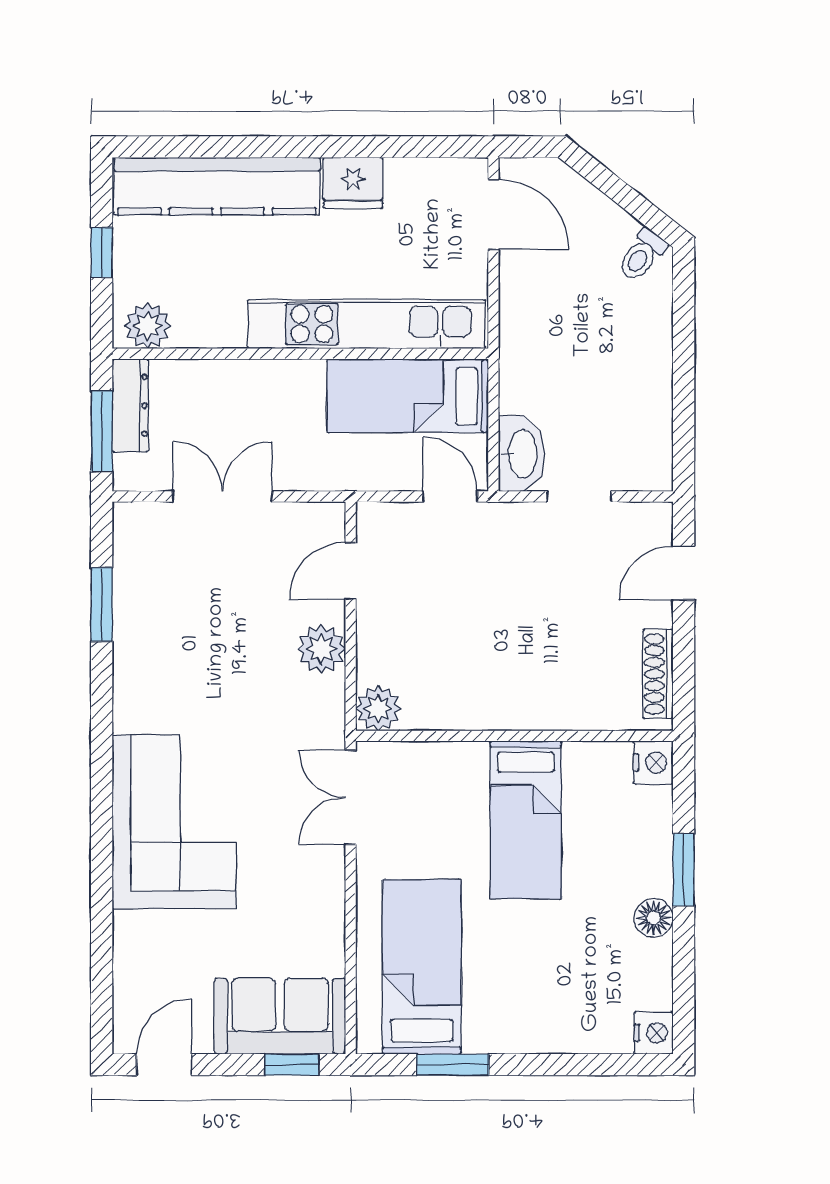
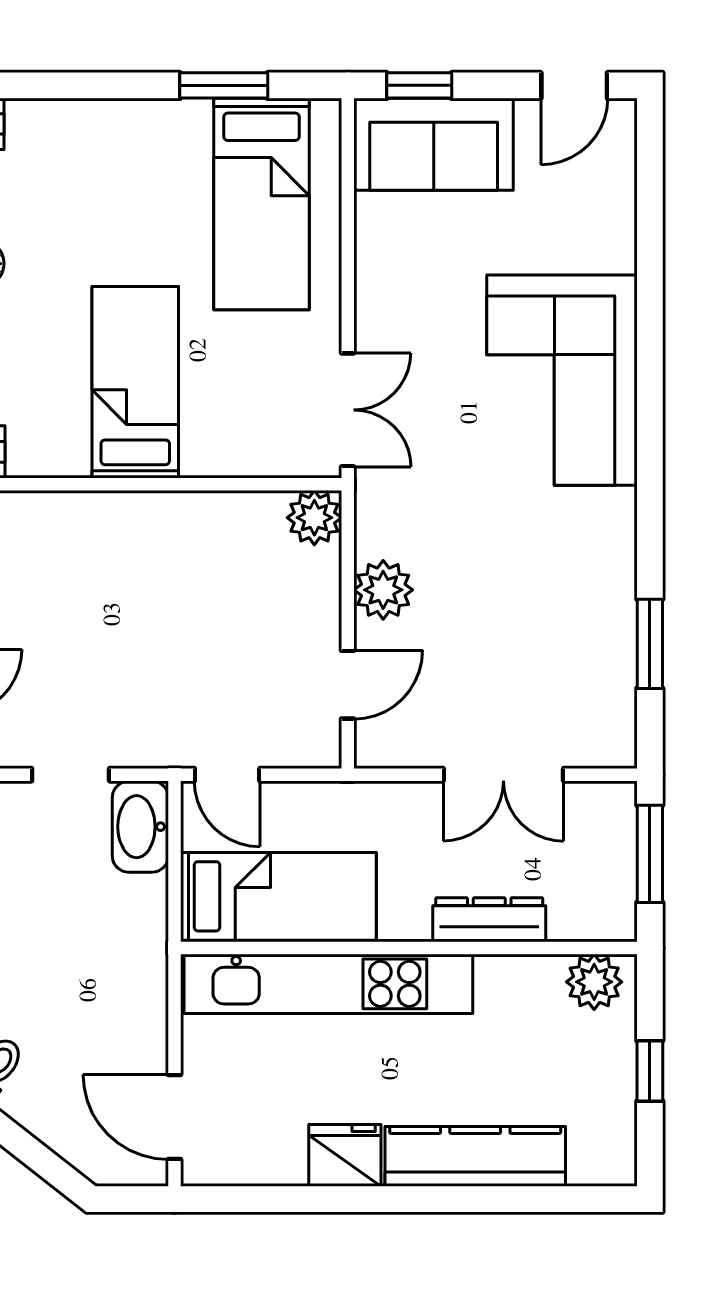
kitchen counter: (217, 186) -> (475, 1156), width x0.72, depth x0.86
dresser: (130, 405) -> (489, 920), moved, turned 90

